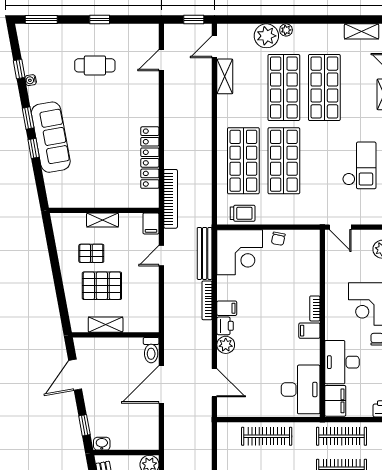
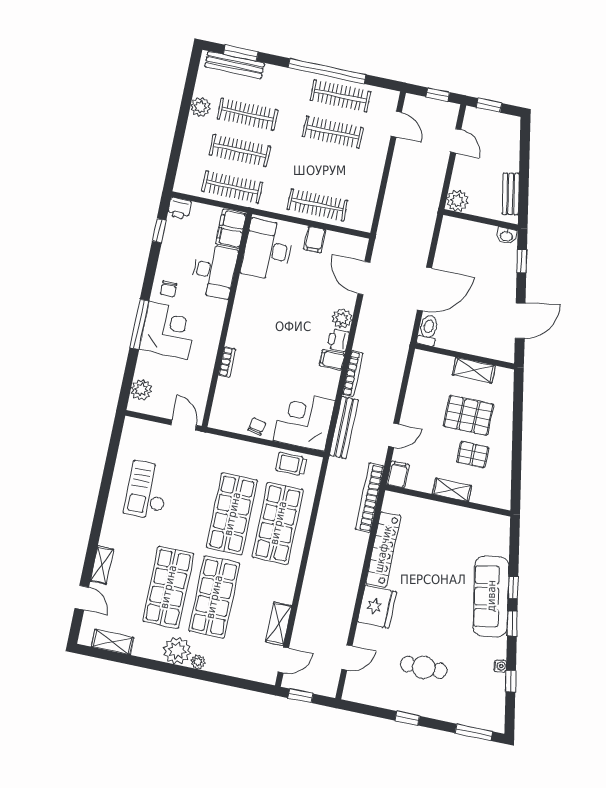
plant: (266, 36) -> (177, 651), moved
fridge: (145, 108) -> (377, 607), added
bookcase: (315, 308) -> (227, 362), moved
filing cabinet: (309, 331) -> (315, 239), moved, turned 90

